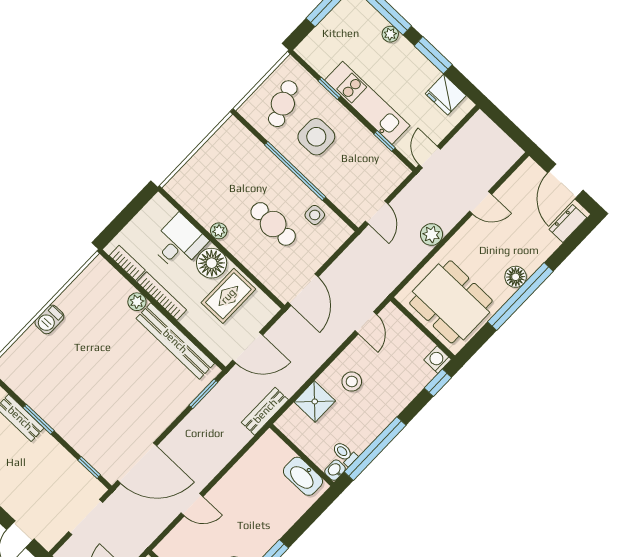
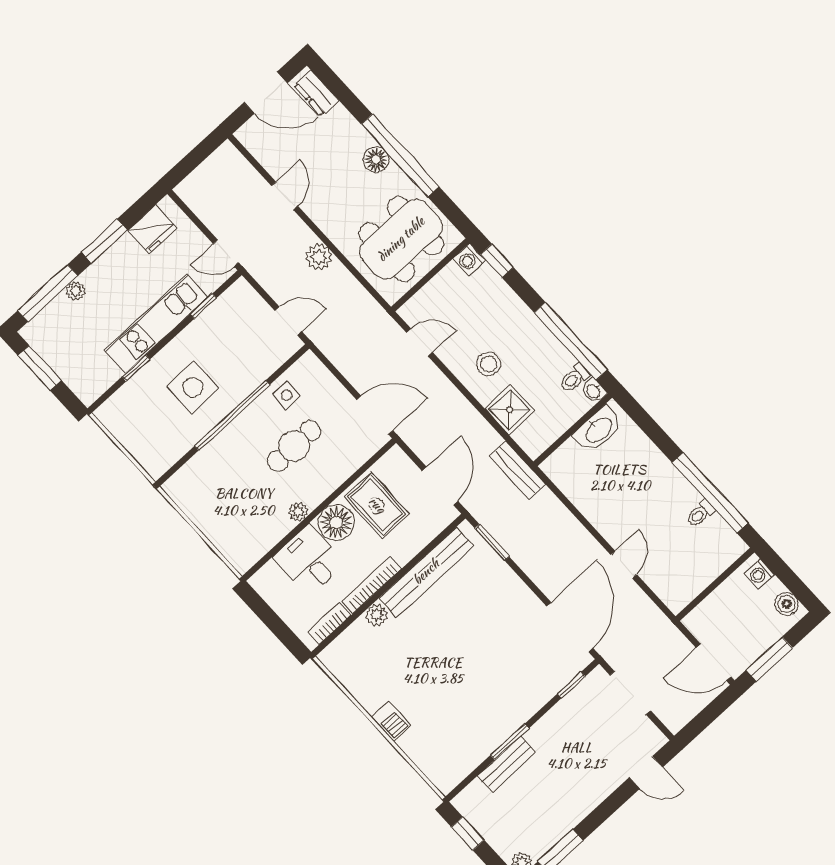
cafe table: (283, 104) -> (151, 425), removed

